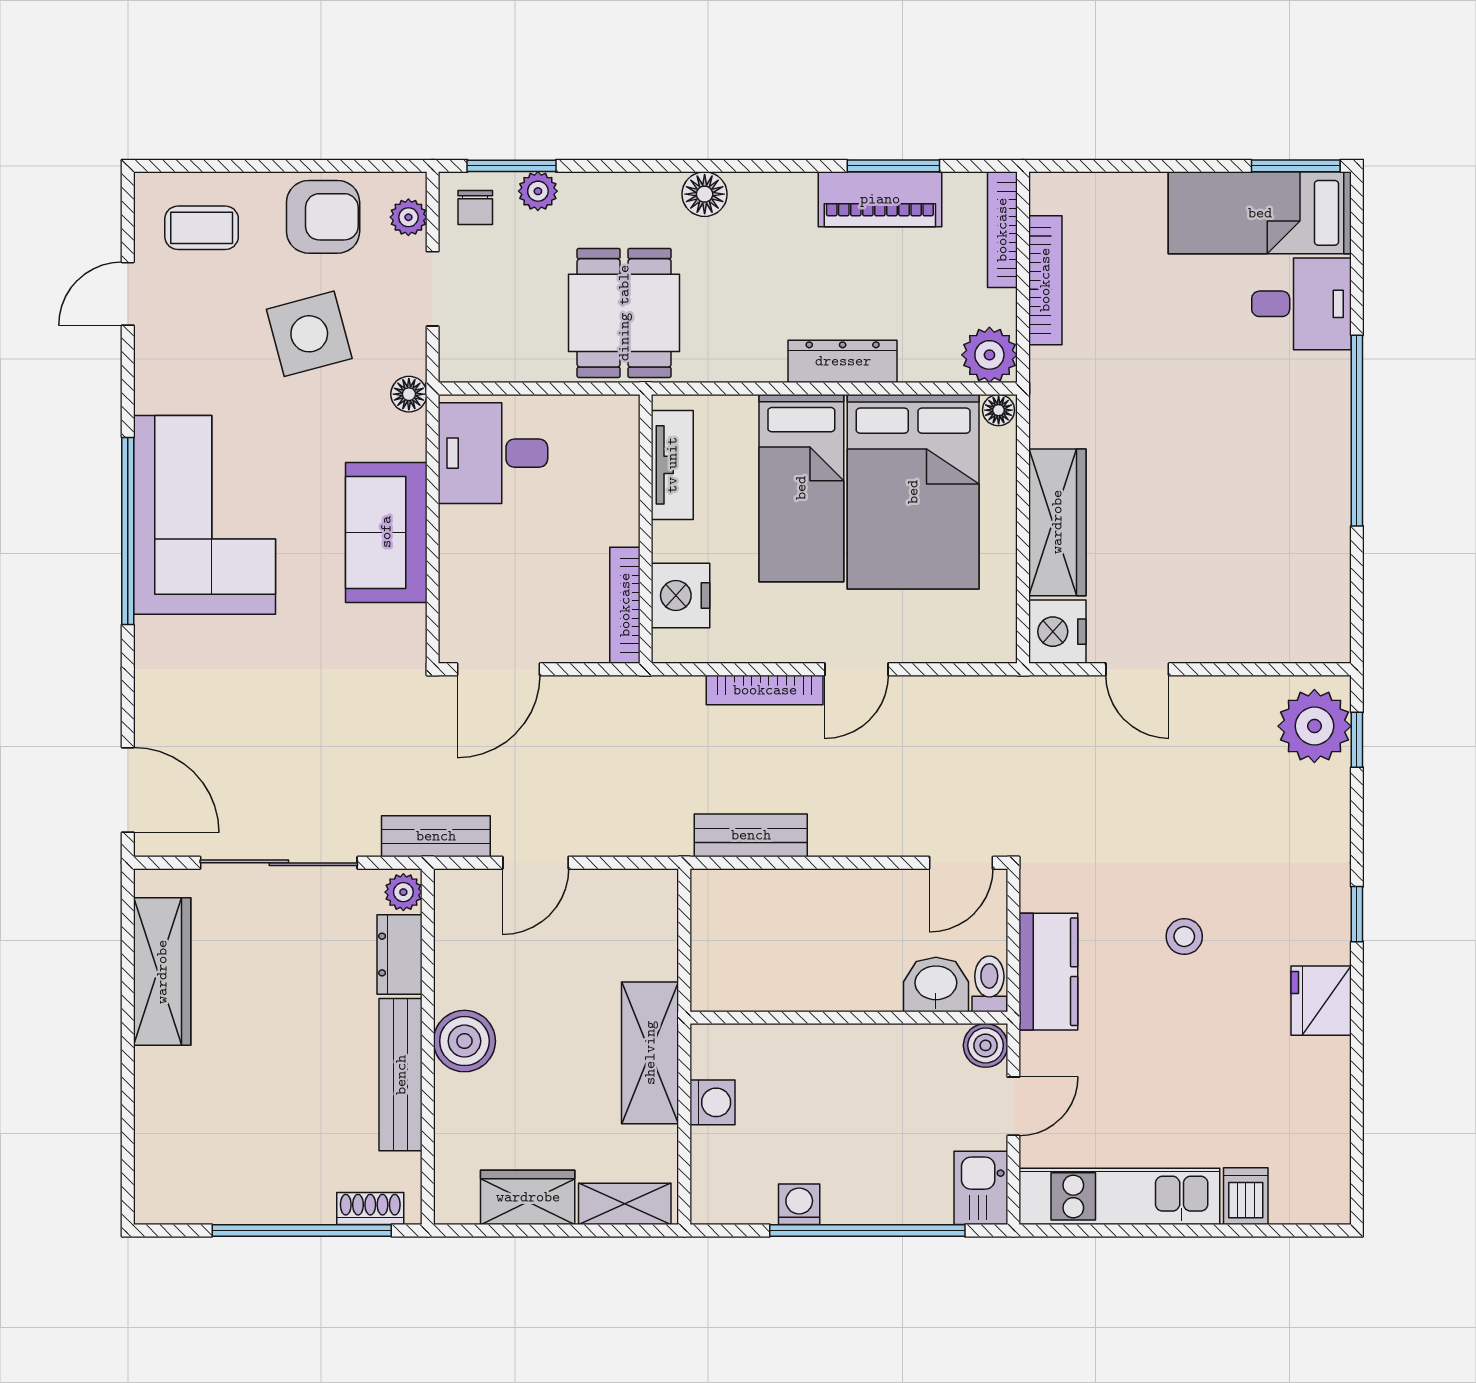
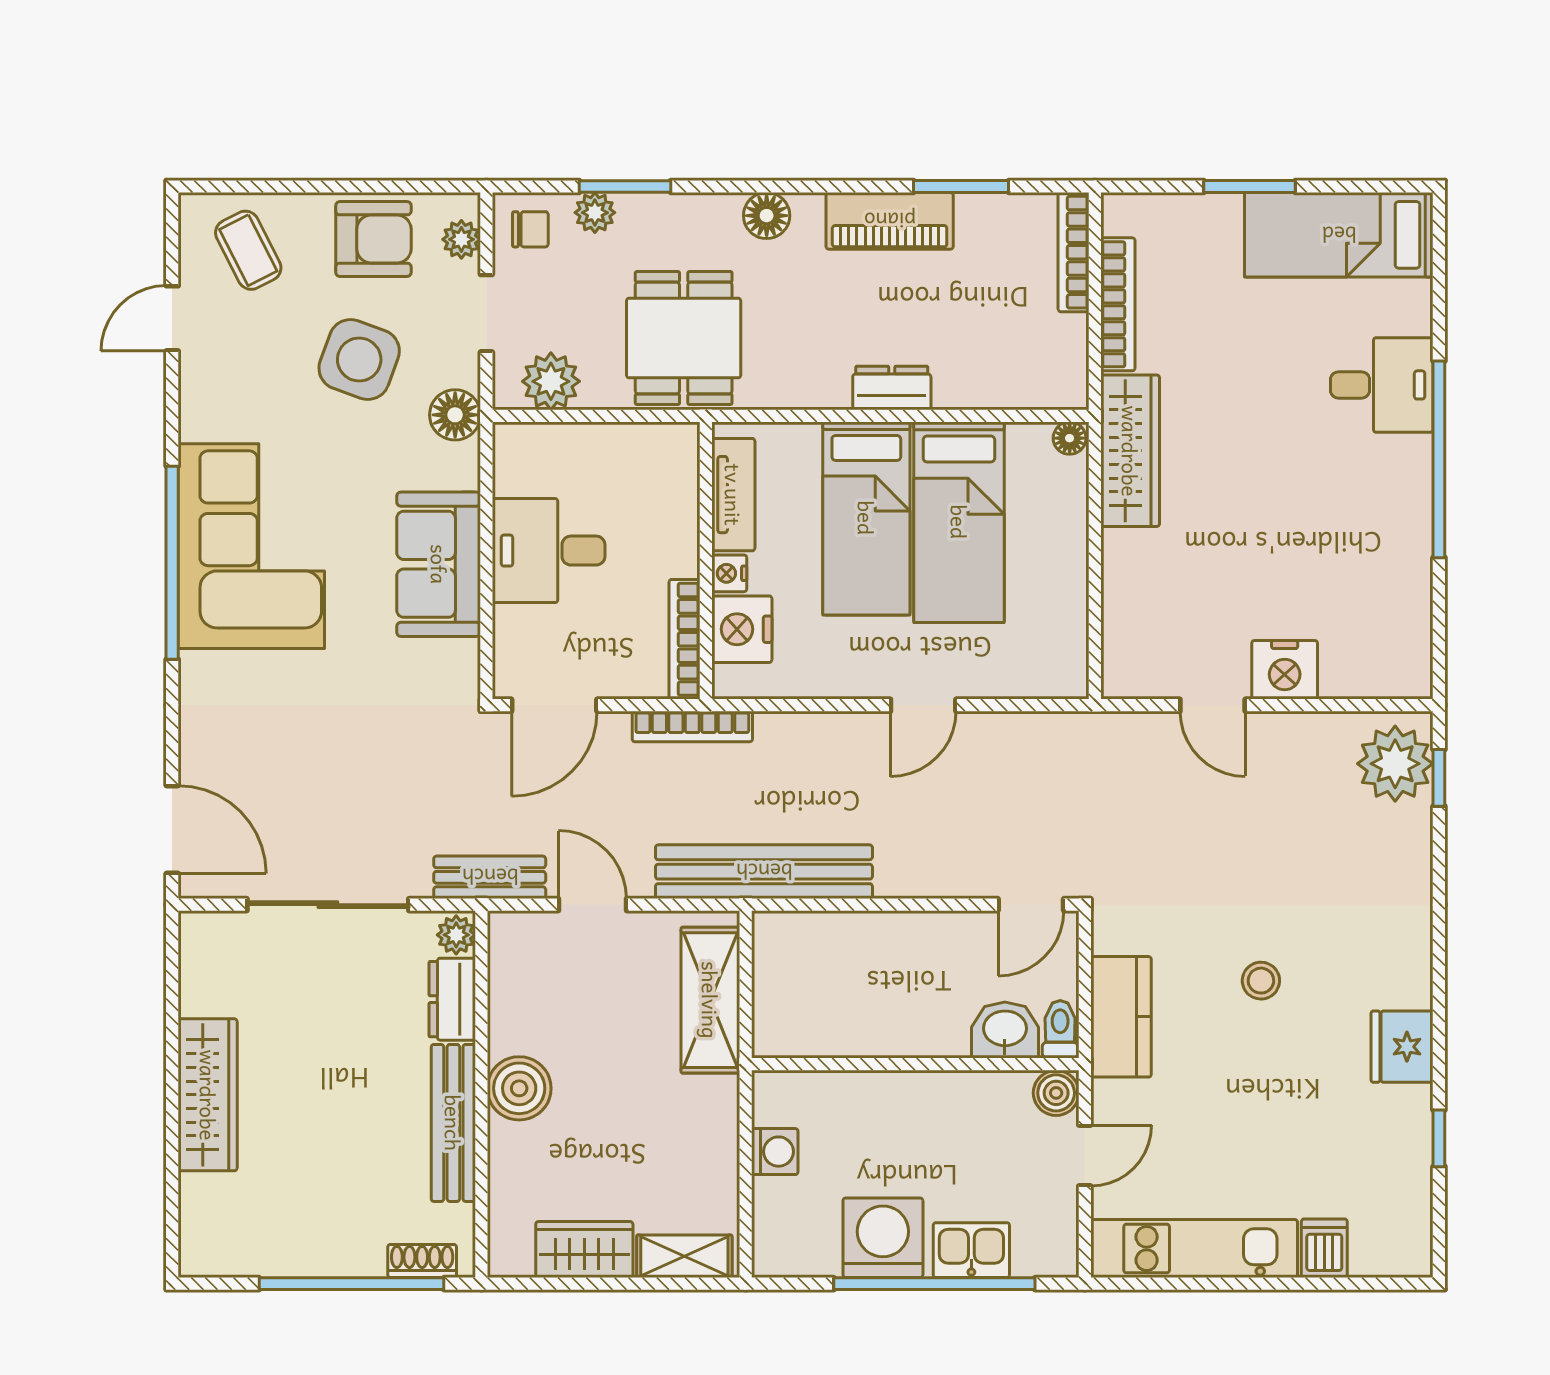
window: (512, 166) -> (625, 186), moved
window: (1296, 166) -> (1249, 186), moved
piano: (880, 199) -> (890, 221), moved
chair: (475, 207) -> (530, 229), turned -90
coffee table: (202, 228) -> (248, 250), turned 63
desk: (1301, 304) -> (1382, 385), moved
side table: (309, 334) -> (359, 360), turned 35
plant: (989, 355) -> (551, 381), moved
dresser: (843, 361) -> (892, 388), width x0.70
floor lamp: (409, 394) -> (455, 415), width x1.37, depth x1.37
desk: (493, 453) -> (549, 551), moved
bed: (913, 492) -> (959, 522), width x0.67
wardrobe: (1057, 522) -> (1130, 451), moved
nightstand: (668, 541) -> (729, 573), added
nightstand: (1057, 632) -> (1285, 670), moved, turned -90
bookcase: (765, 690) -> (692, 726), moved
bench: (751, 835) -> (764, 872), width x1.86, depth x1.21
door: (536, 863) -> (592, 905), swing flipped
window: (1357, 914) -> (1439, 1138), moved
wardrobe: (162, 972) -> (208, 1095), moved
shelving: (650, 1053) -> (710, 1000), moved
kitchen sink: (981, 1188) -> (971, 1250), moved, turned 90
washing machine: (799, 1204) -> (883, 1238), width x1.89, depth x1.89

